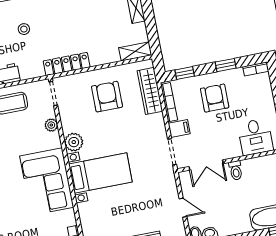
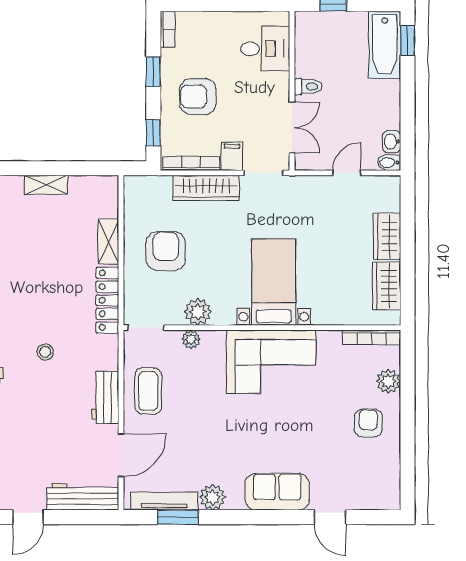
shelving: (135, 51) -> (108, 242), moved
wardrobe: (150, 91) -> (206, 188), moved
armchair: (107, 97) -> (166, 251), turned 90
plant: (74, 142) -> (198, 312), moved

